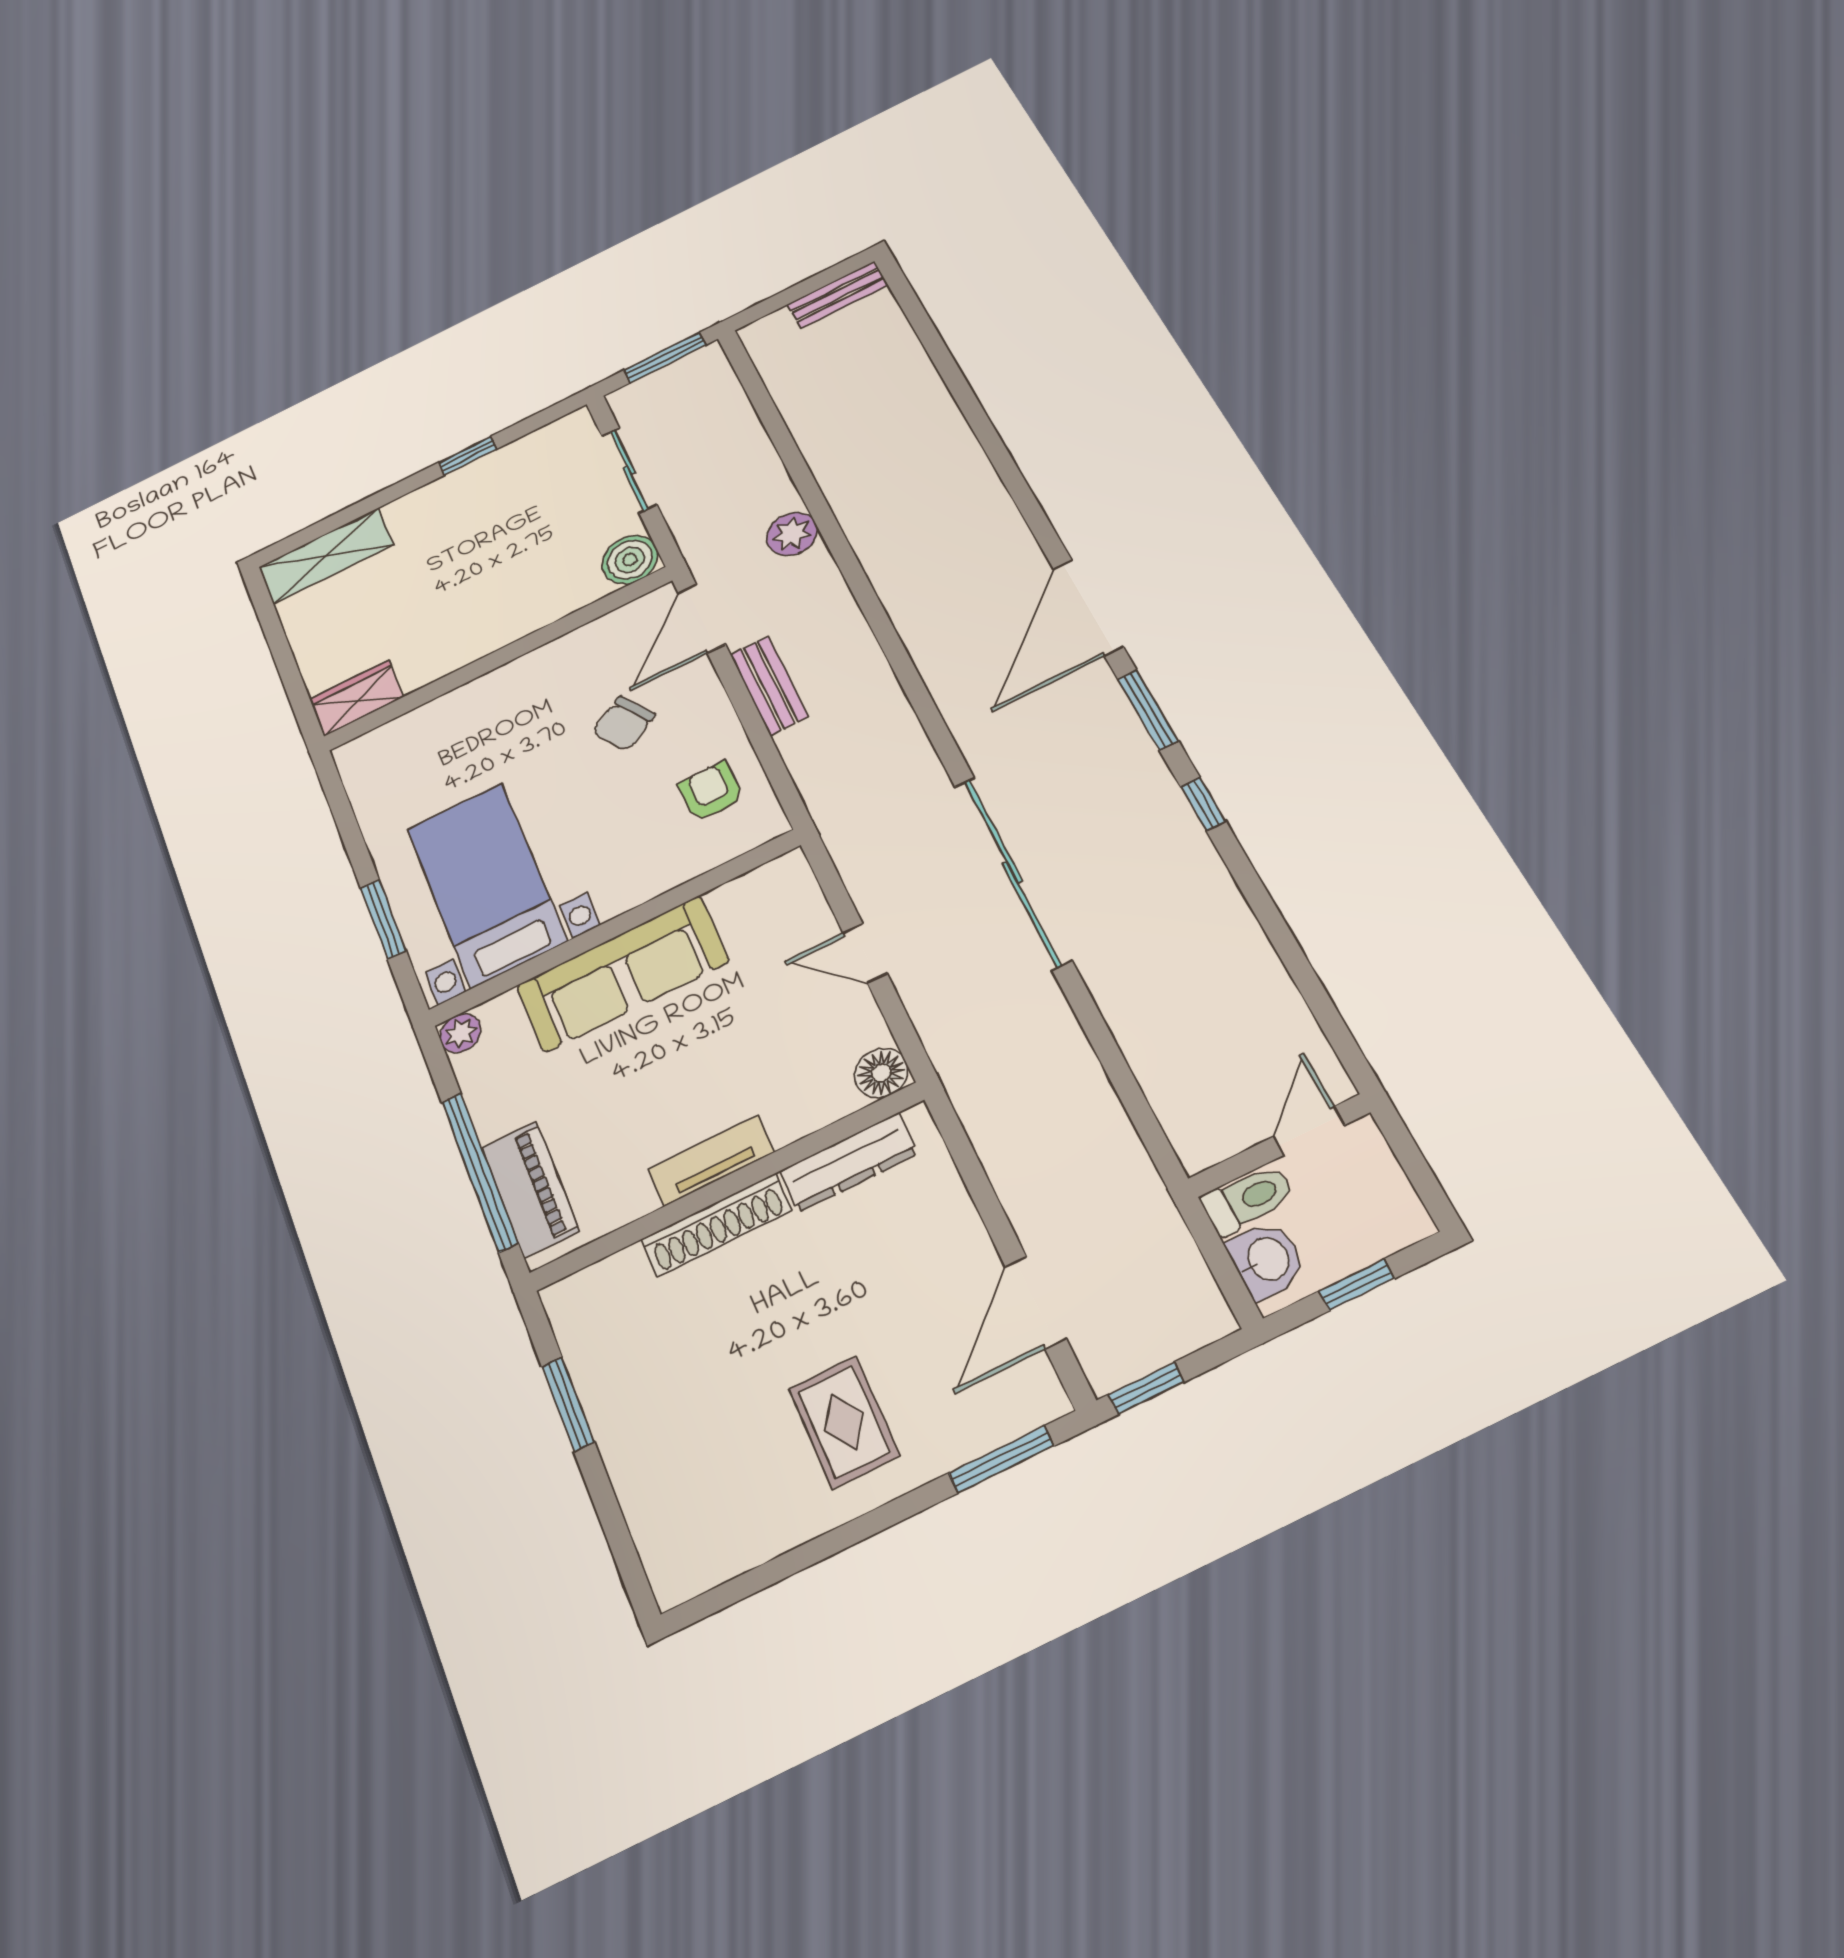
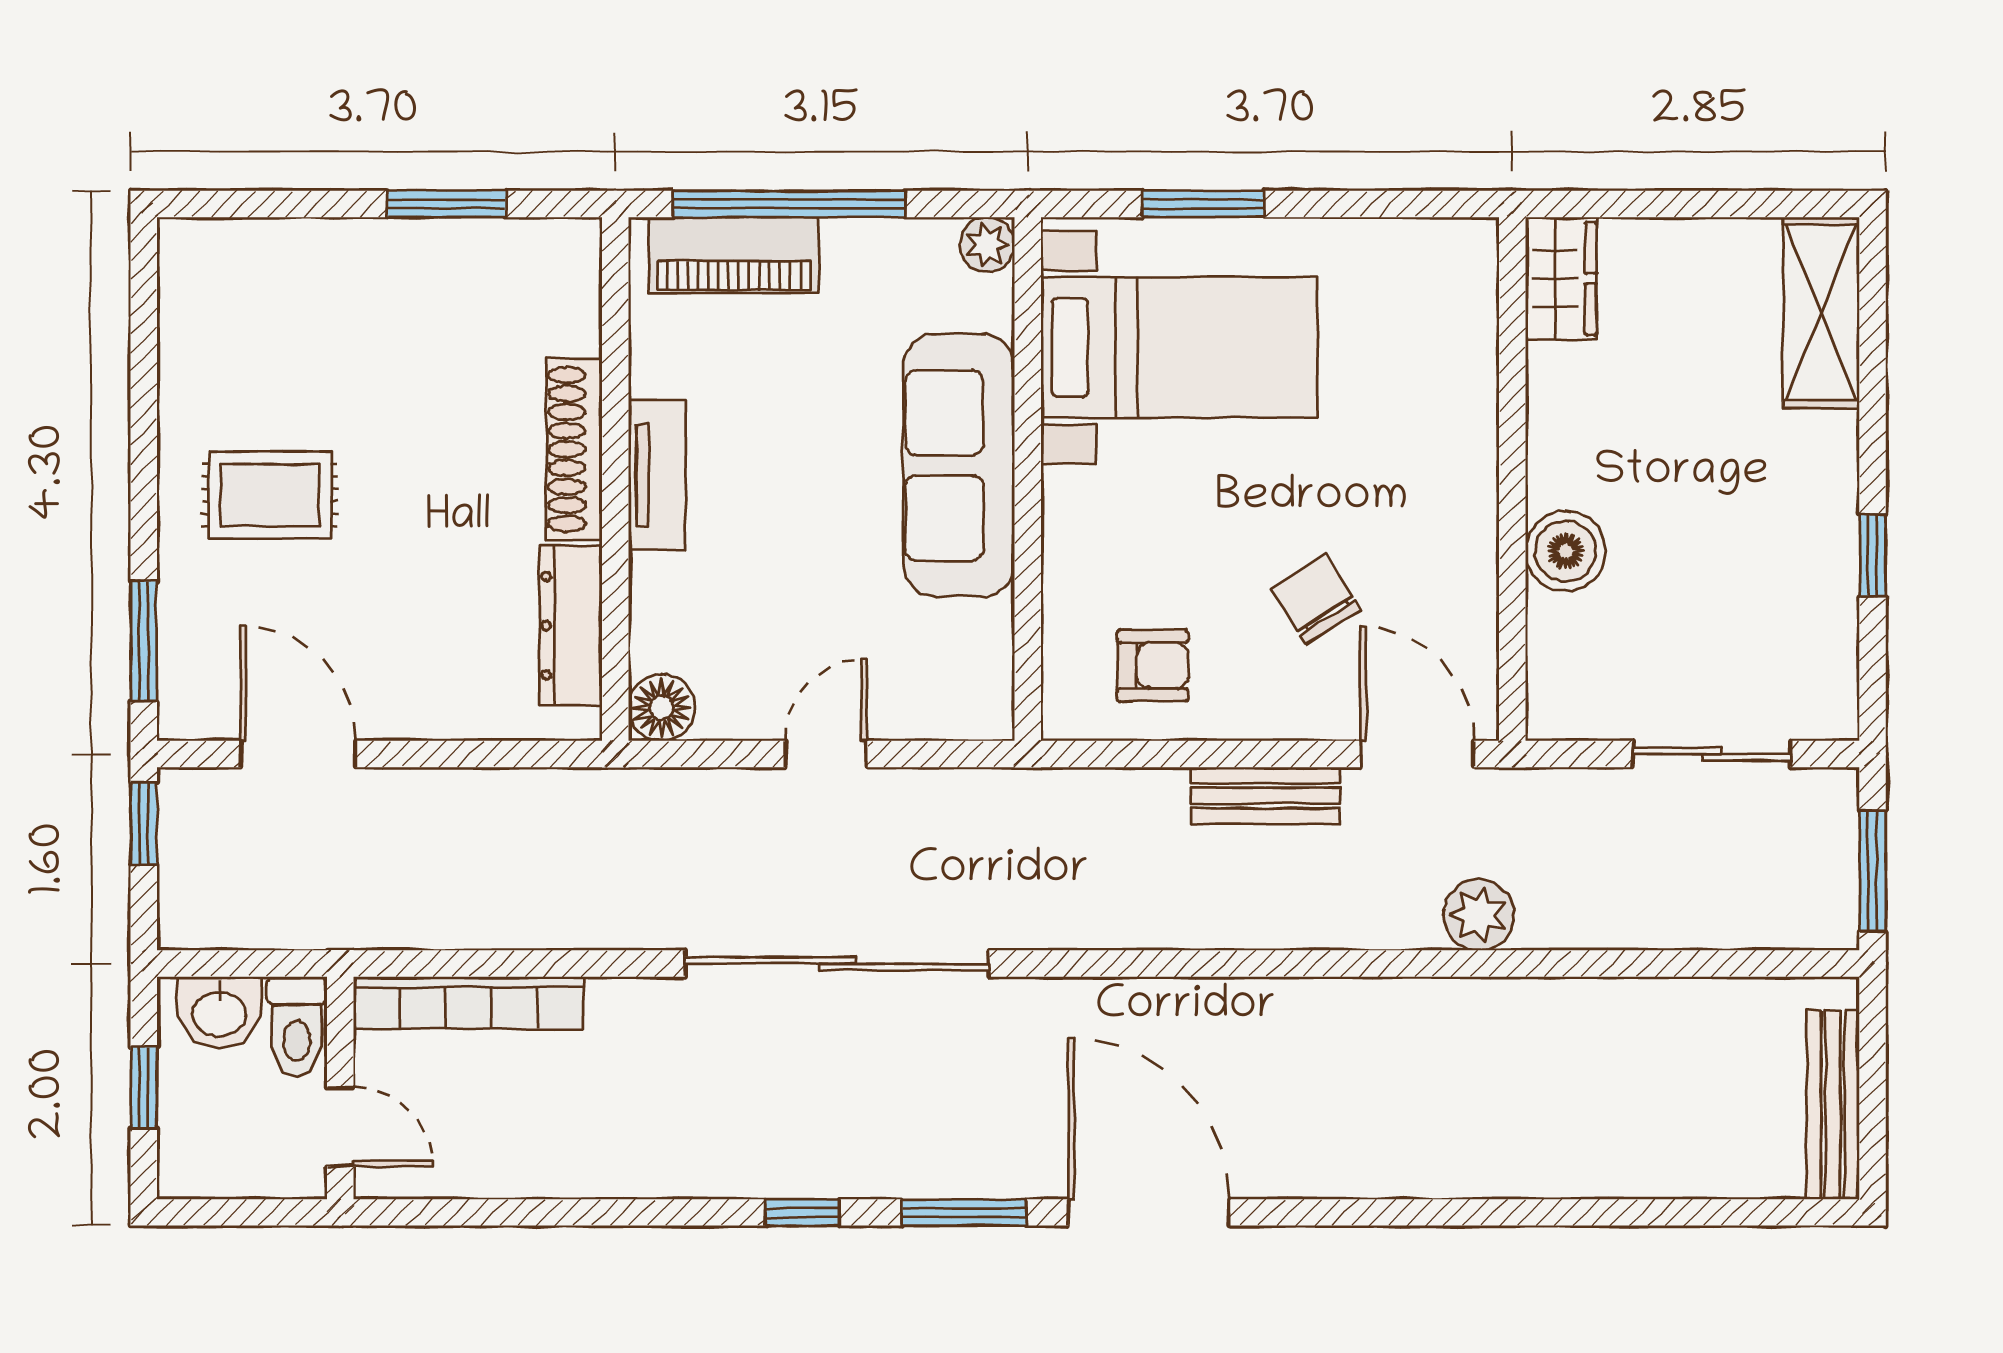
bench: (838, 295) -> (1833, 1105), width x1.36
boiler: (630, 560) -> (1565, 551), moved
bookcase: (1166, 1091) -> (468, 1003), added

